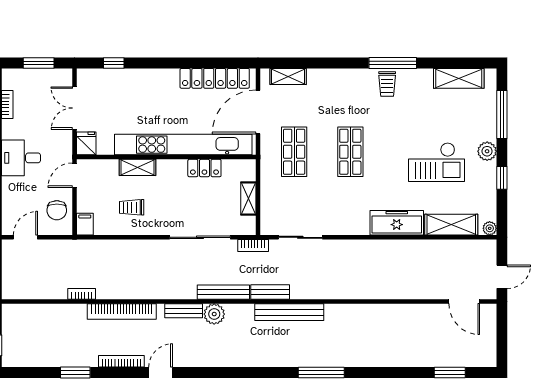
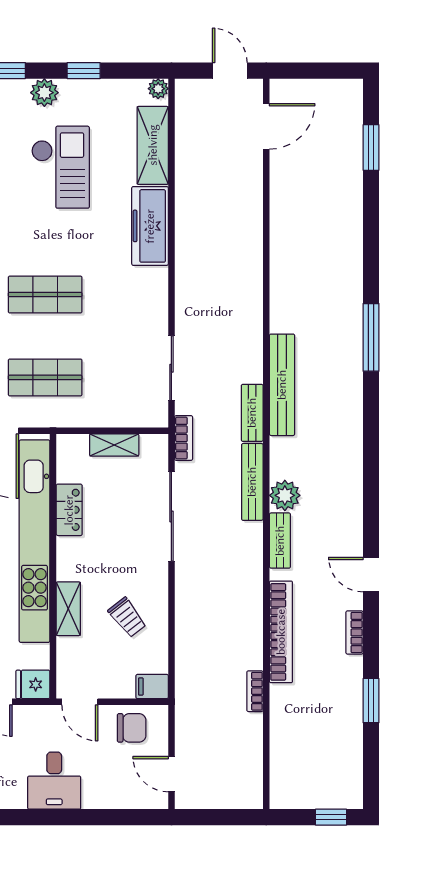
trolley: (132, 207) -> (127, 617), turned -38
bookcase: (121, 361) -> (354, 632), width x0.64

